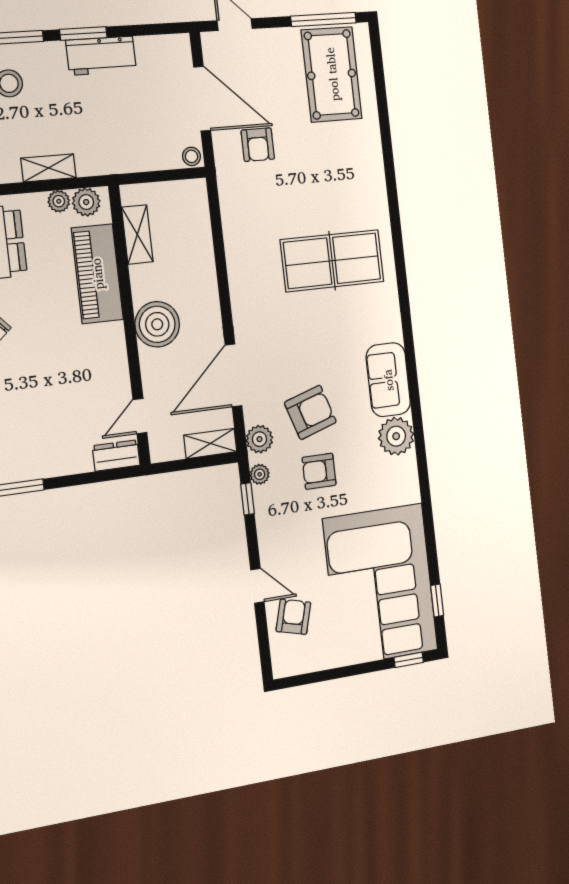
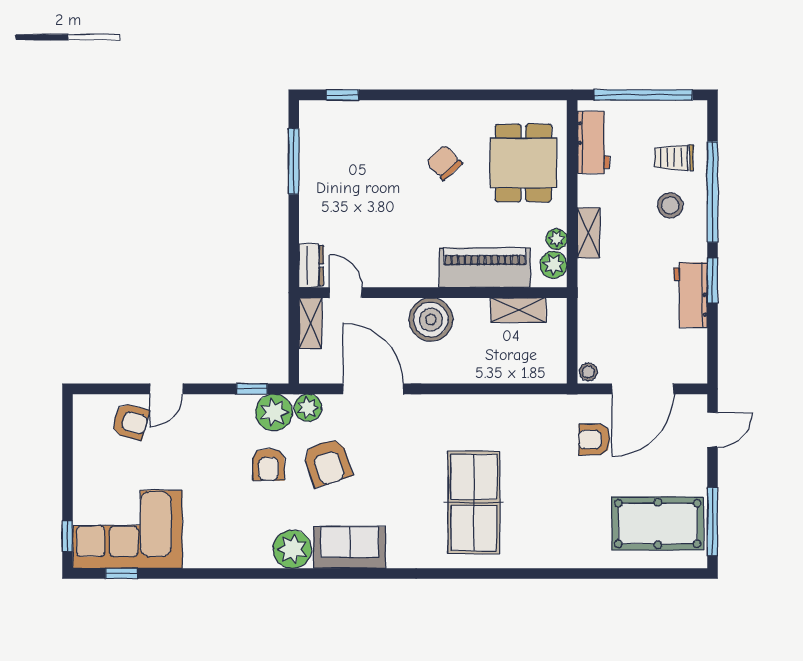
shelving: (210, 443) -> (310, 323), moved
armchair: (319, 471) -> (268, 465), turned 180
plant: (260, 474) -> (274, 412), width x1.88, depth x1.88
corner sofa: (381, 585) -> (127, 529), width x0.73, depth x0.74

